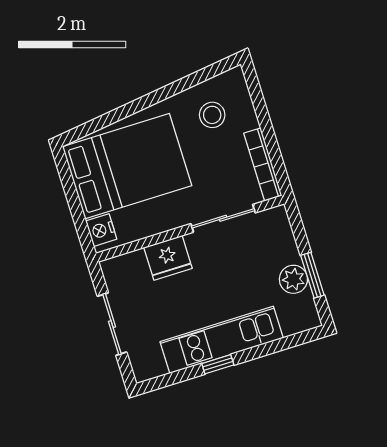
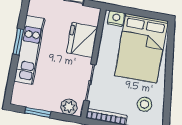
fridge: (168, 258) -> (82, 40), width x1.36, depth x1.34
plant: (293, 279) -> (69, 107), moved
window: (218, 364) -> (18, 42), width x1.50

